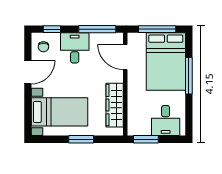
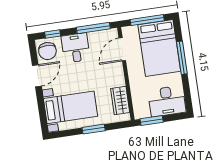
chair: (43, 47) -> (47, 51), width x1.87, depth x1.87
door: (125, 57) -> (122, 49), hinge flipped
wardrobe: (115, 105) -> (120, 101), width x0.67
desk: (166, 121) -> (167, 101), width x1.37

